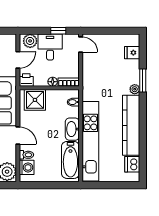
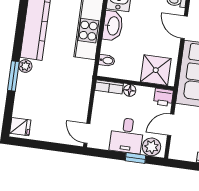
window: (58, 31) -> (135, 158), moved
fridge: (132, 53) -> (20, 127), moved

